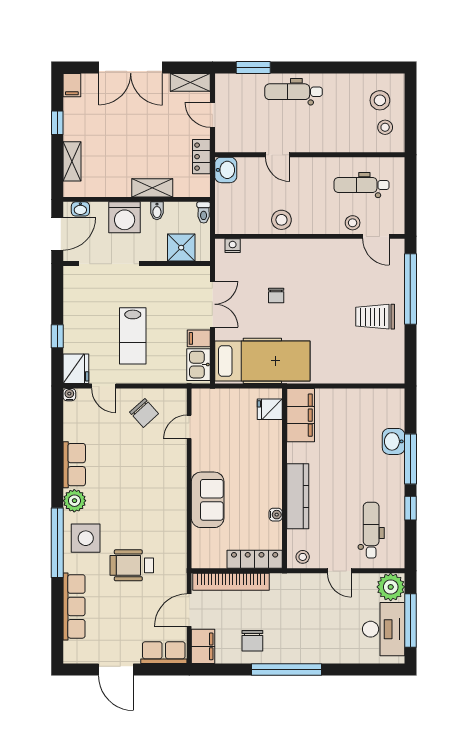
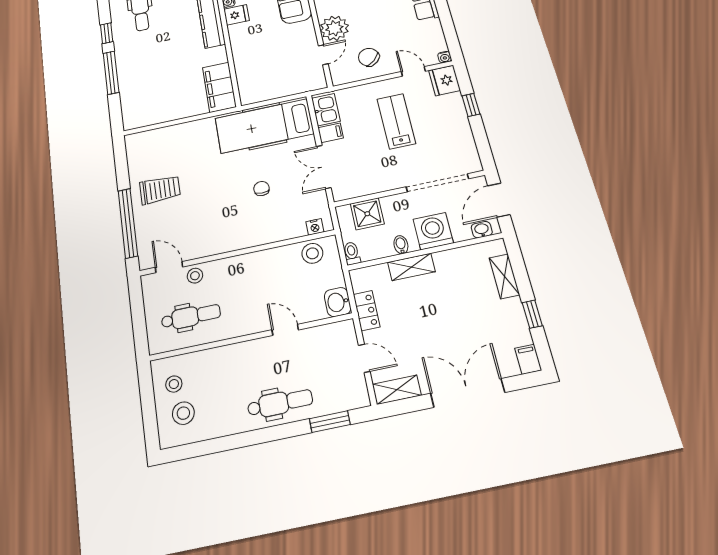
stool: (281, 220) -> (312, 253), moved
fridge: (270, 409) -> (237, 15), moved
washbasin: (394, 441) -> (128, 84), removed
plant: (172, 455) -> (334, 28), added

